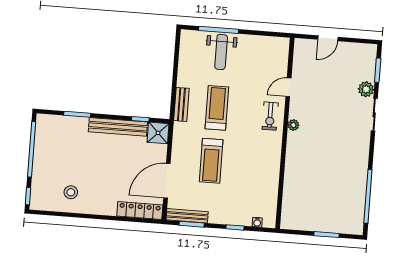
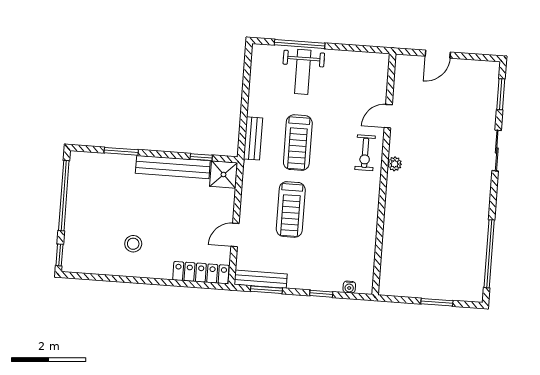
plant: (366, 89) -> (486, 118), removed
treadmill: (217, 108) -> (298, 143), turned 180
door: (167, 181) -> (235, 235), width x0.53
stool: (71, 192) -> (133, 244), moved

